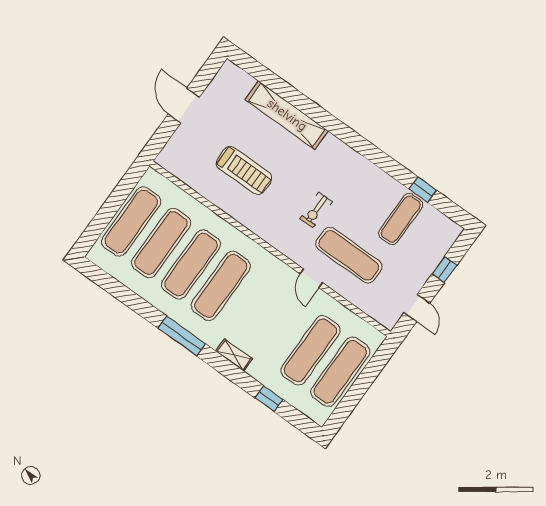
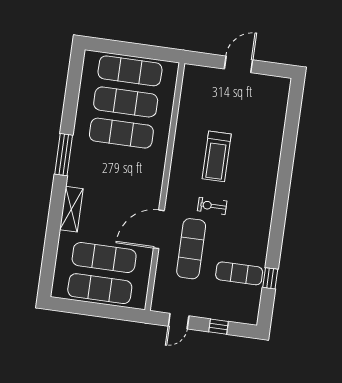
shelving: (287, 115) -> (272, 146), removed
treadmill: (244, 170) -> (217, 156), moved
door: (311, 278) -> (159, 229), width x1.87
exercise mat: (221, 286) -> (117, 164), removed
shelving: (234, 355) -> (71, 209), width x1.50, depth x1.33
window: (269, 399) -> (51, 245), removed

